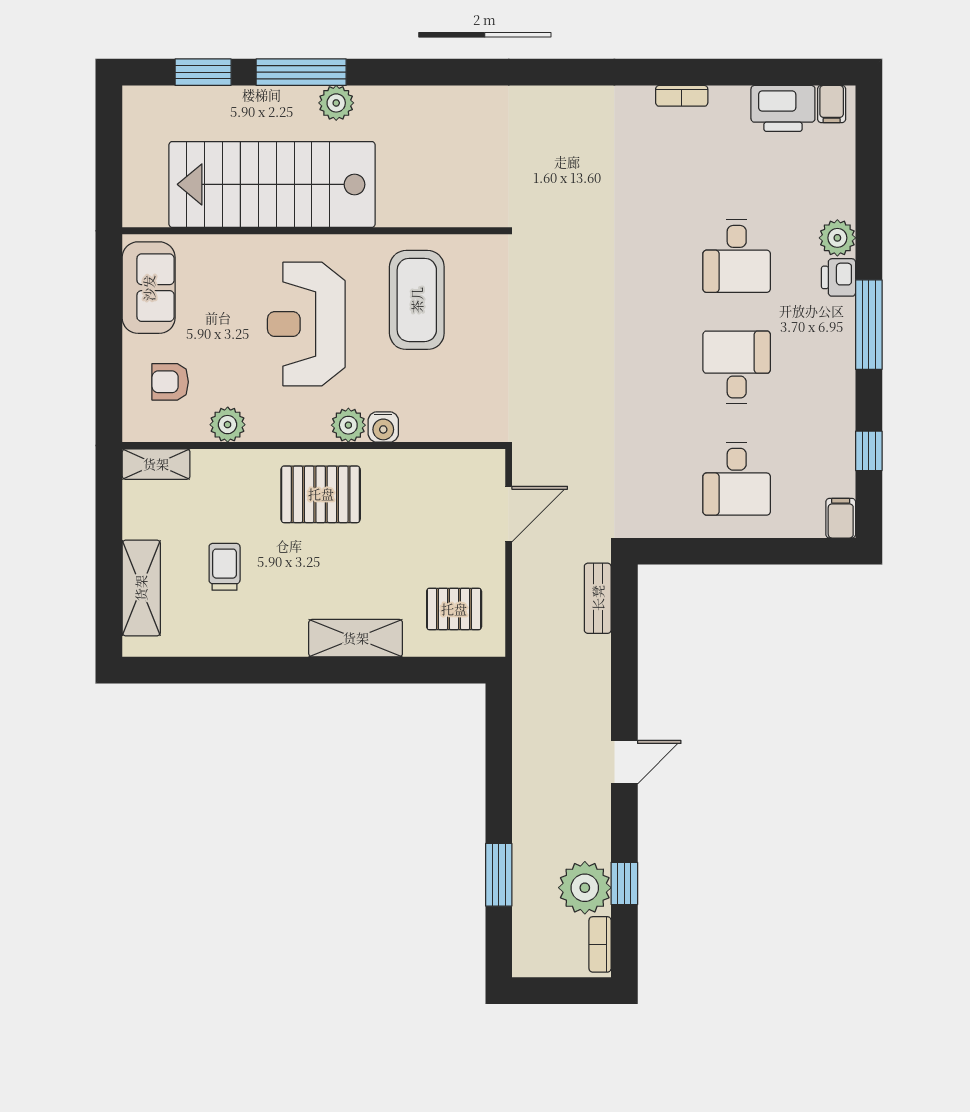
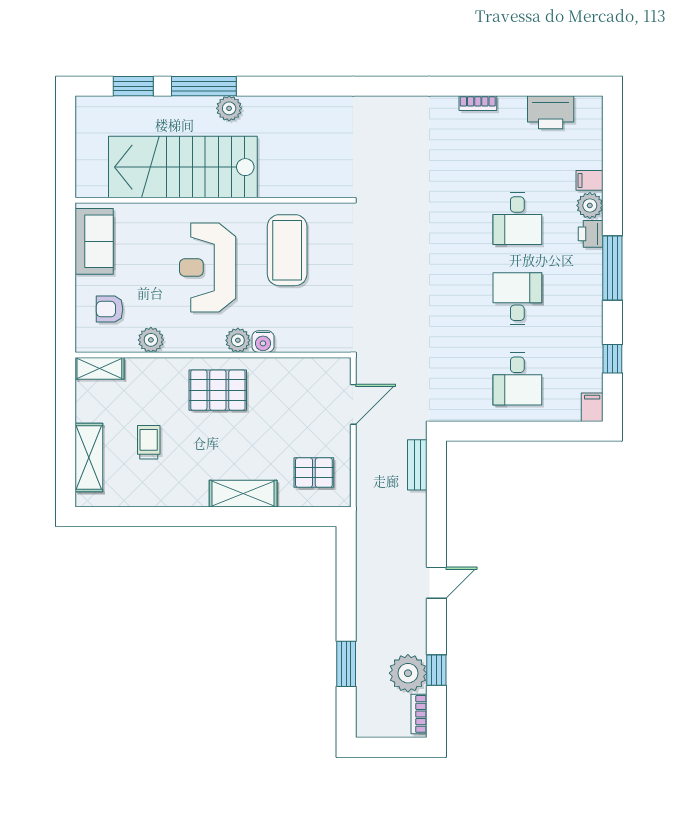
filing cabinet: (832, 104) -> (589, 180), moved, turned 90

